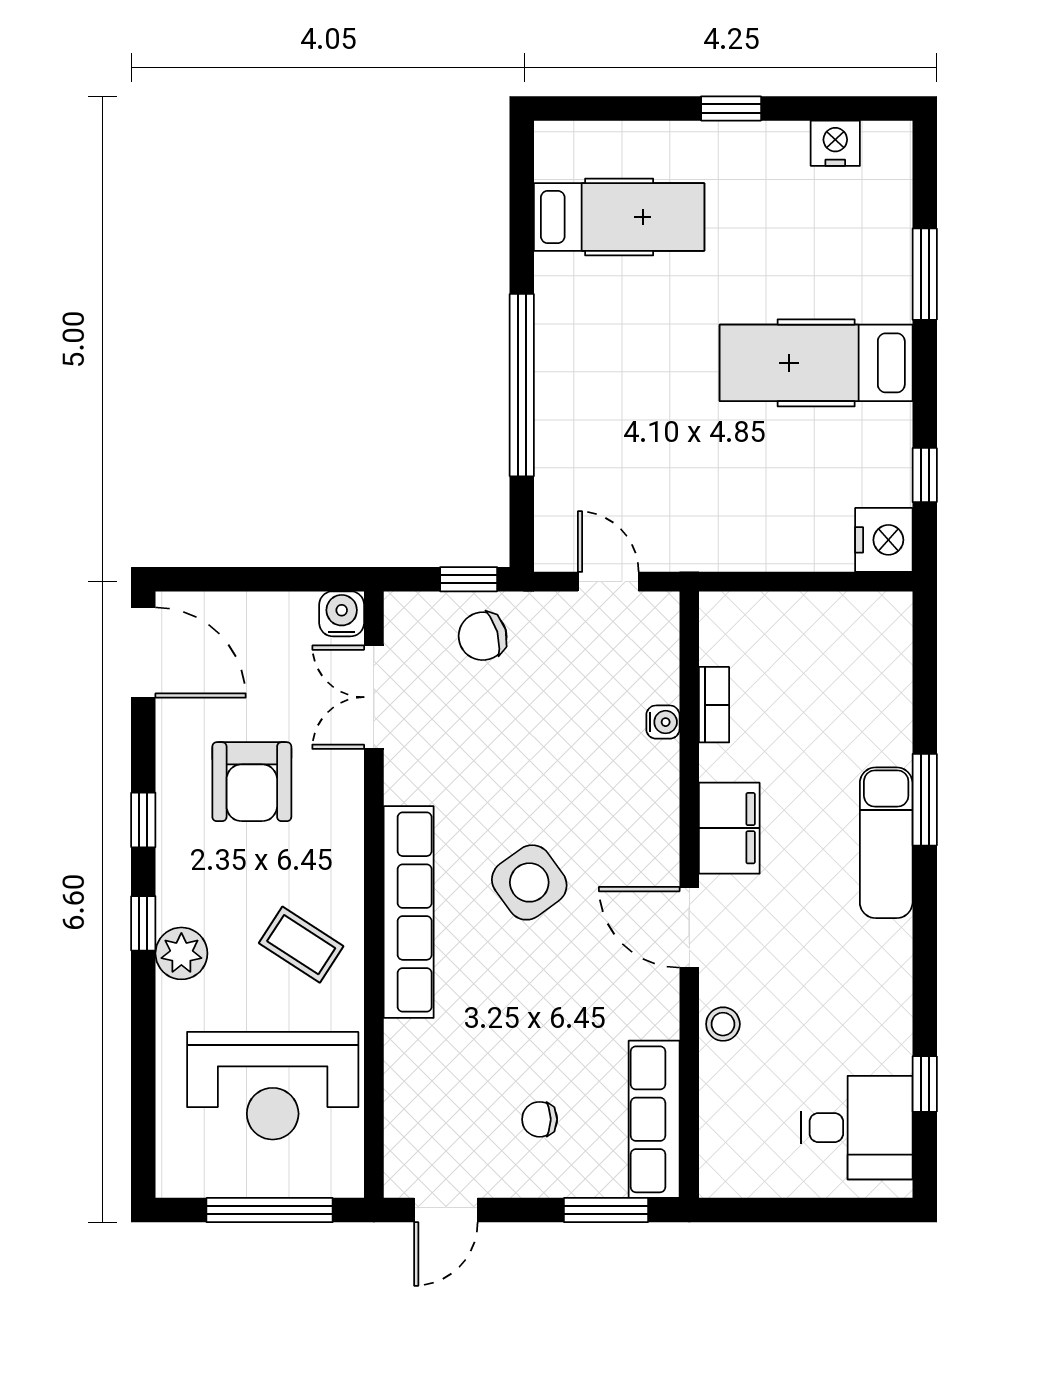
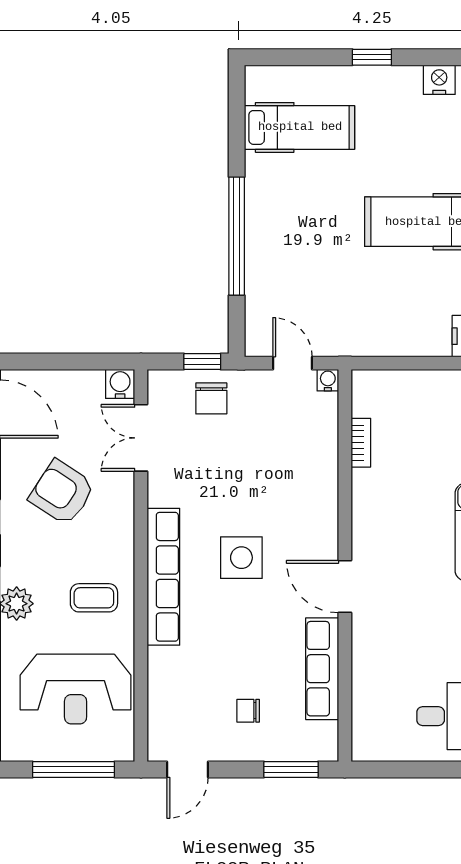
chair: (483, 636) -> (211, 398), turned -74
water cooler: (663, 722) -> (328, 380), moved, turned -90
armchair: (252, 782) -> (62, 492), turned 123
filing cabinet: (729, 828) -> (371, 523), removed
side table: (529, 882) -> (241, 558), turned 36
coffee table: (301, 945) -> (94, 598), turned -33
stool: (723, 1024) -> (367, 649), removed
row of seats: (654, 1119) -> (322, 669), moved

